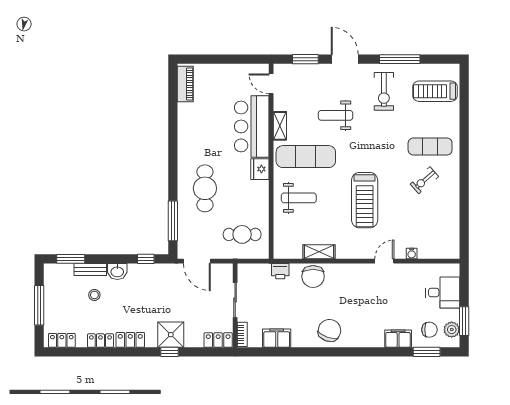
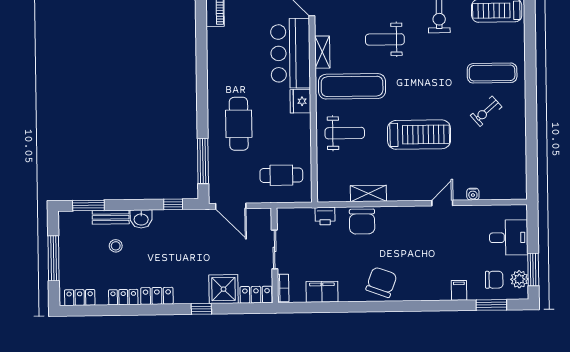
treadmill: (365, 200) -> (419, 135), turned -90
shower: (171, 335) -> (223, 289), moved
filing cabinet: (398, 339) -> (459, 290), width x0.50

